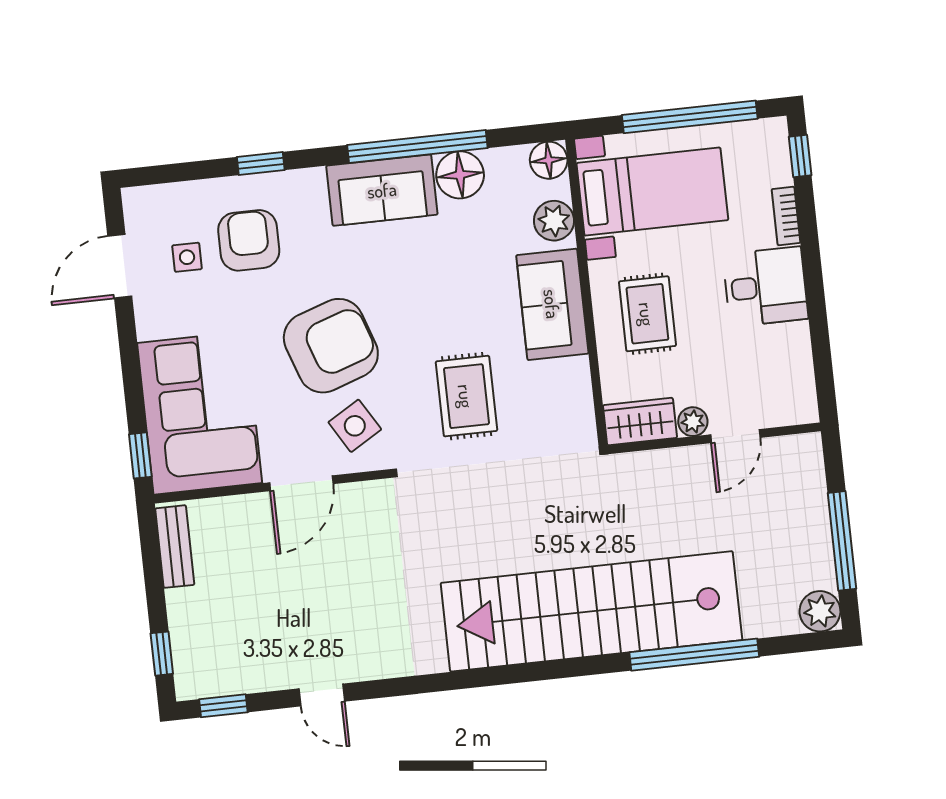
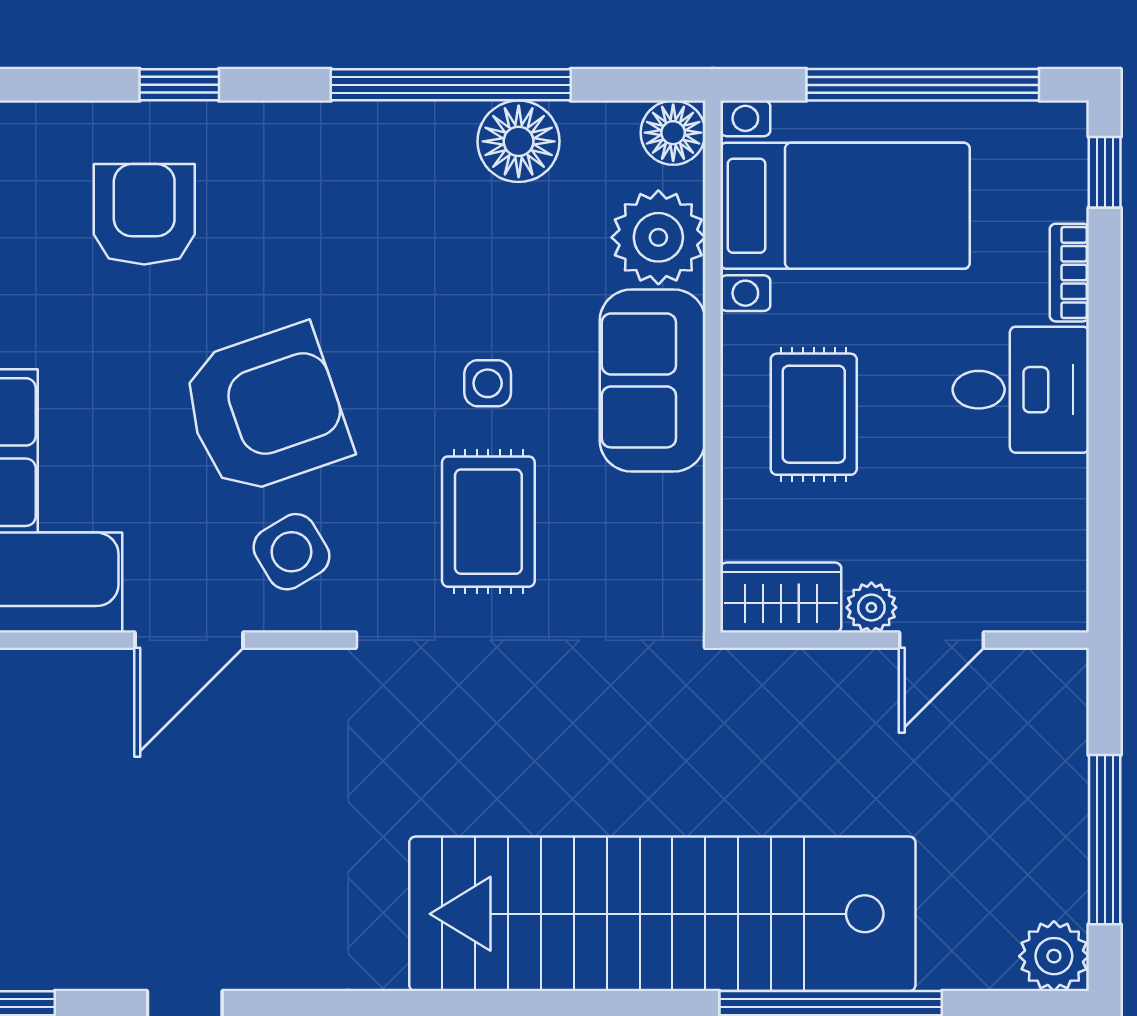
sofa: (382, 190) -> (382, 153), removed
plant: (554, 221) -> (658, 237), width x1.36, depth x1.36
side table: (187, 257) -> (488, 383), moved

